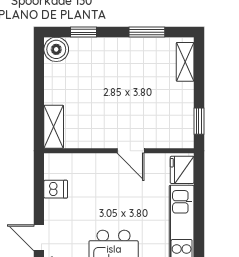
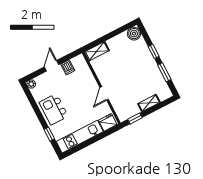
window: (83, 32) -> (154, 51), moved
shelving: (185, 62) -> (149, 103), moved
door: (39, 238) -> (51, 66), moved

